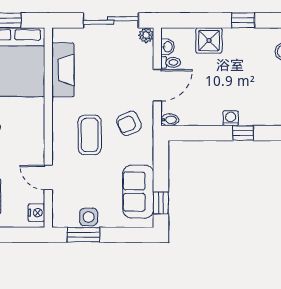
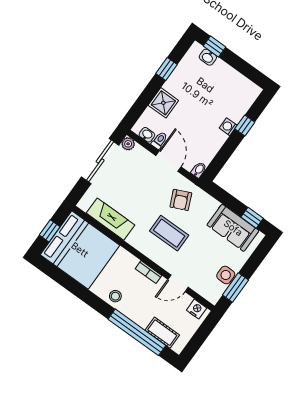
bookcase: (39, 142) -> (148, 272), added

